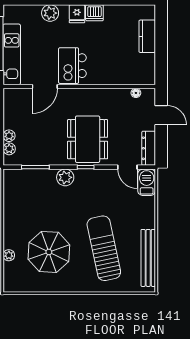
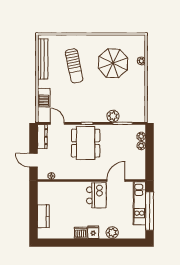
plant: (65, 177) -> (113, 116), moved
barbecue: (147, 182) -> (44, 98), moved
sun lounger: (104, 248) -> (74, 66), width x0.73, depth x0.75

